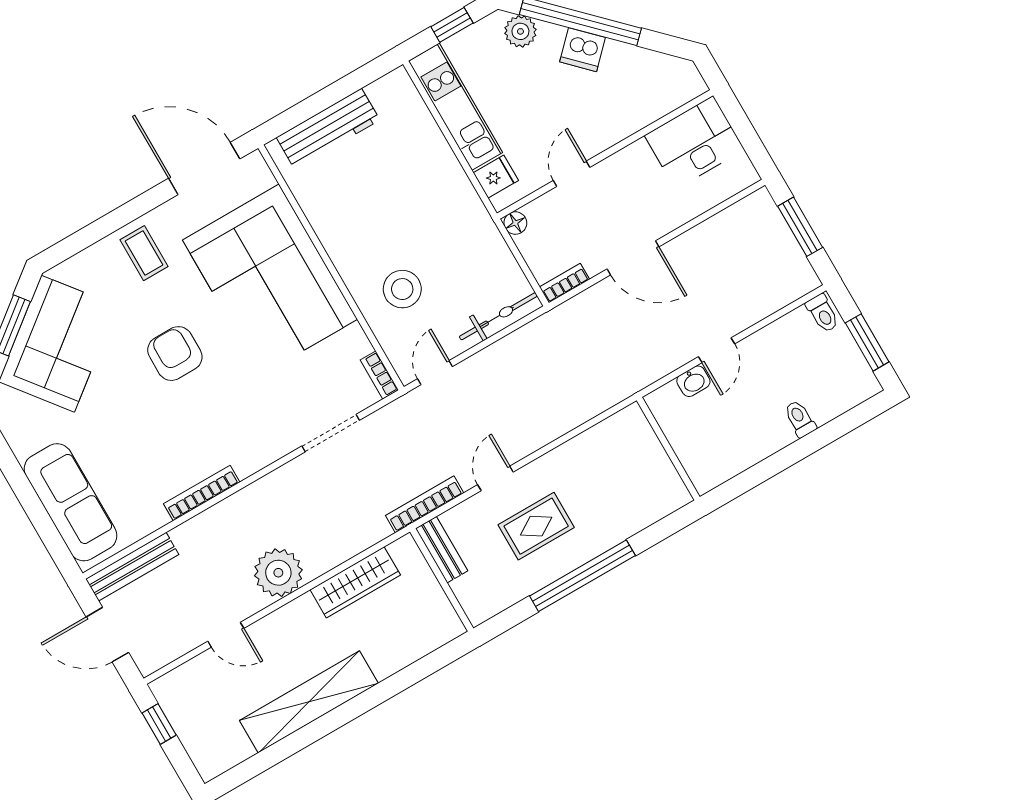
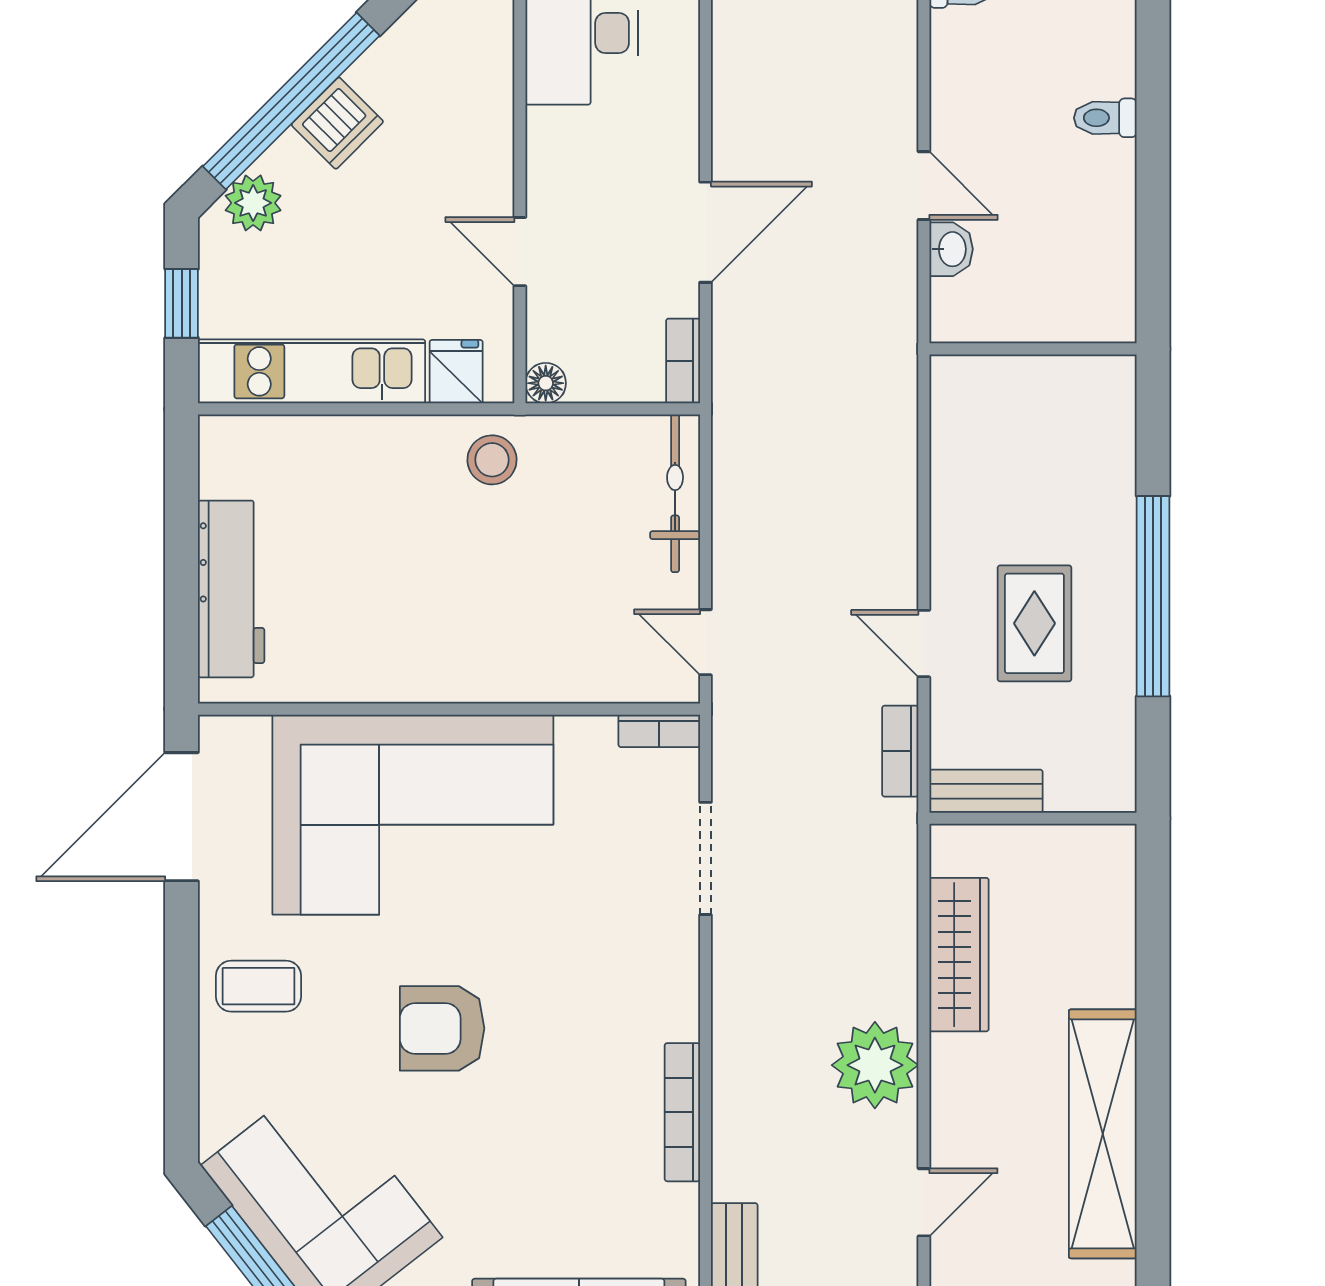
stool: (402, 289) -> (492, 460), moved, width x0.73, depth x0.73
bookcase: (425, 504) -> (900, 751), width x0.64

